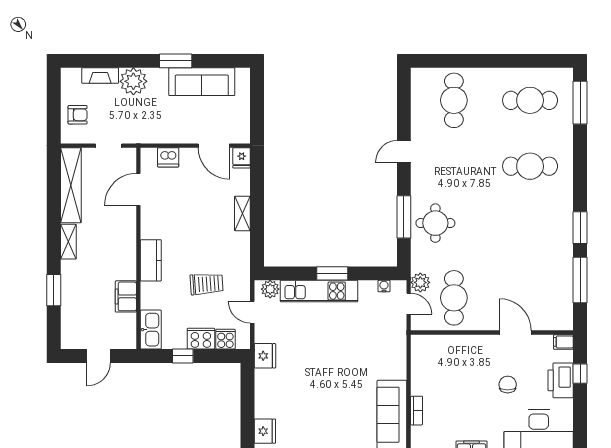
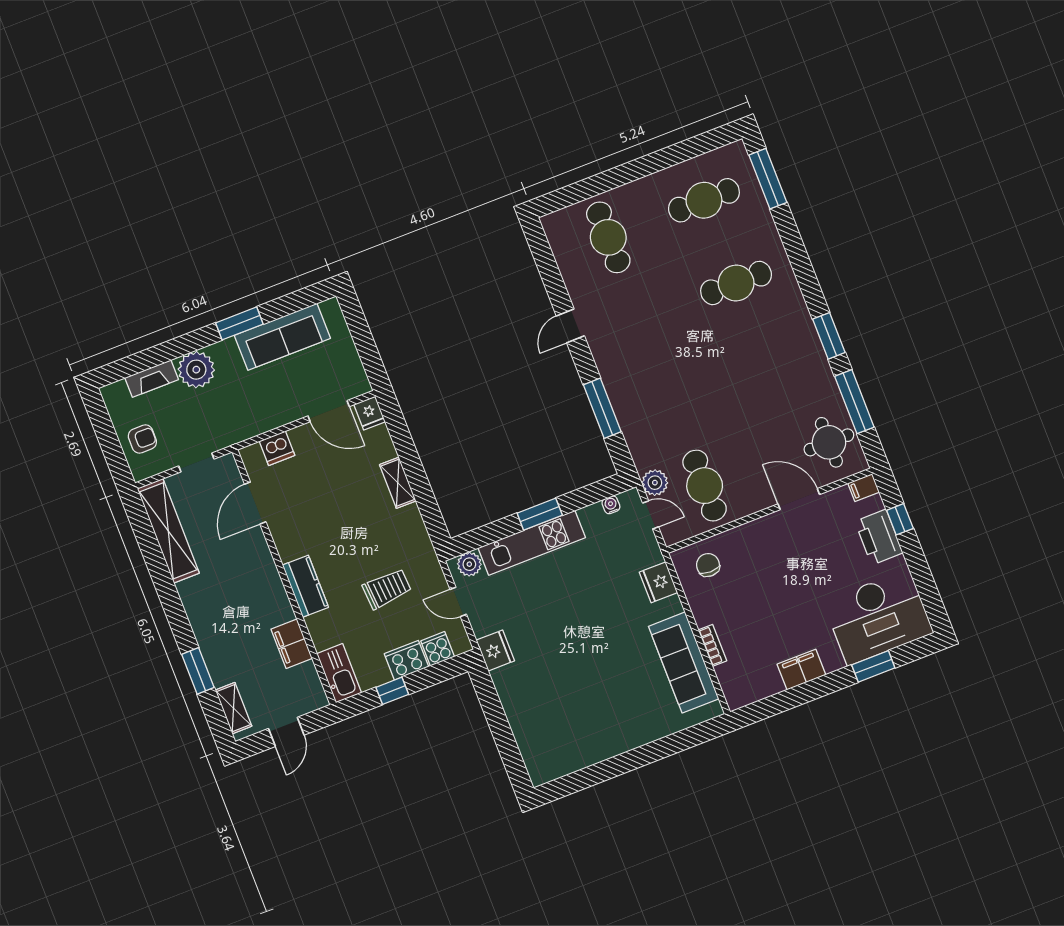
round table: (435, 223) -> (829, 442), moved
shelving: (68, 242) -> (234, 708), moved
chair: (508, 385) -> (708, 565), moved
fridge: (265, 431) -> (658, 582), moved, turned 180

